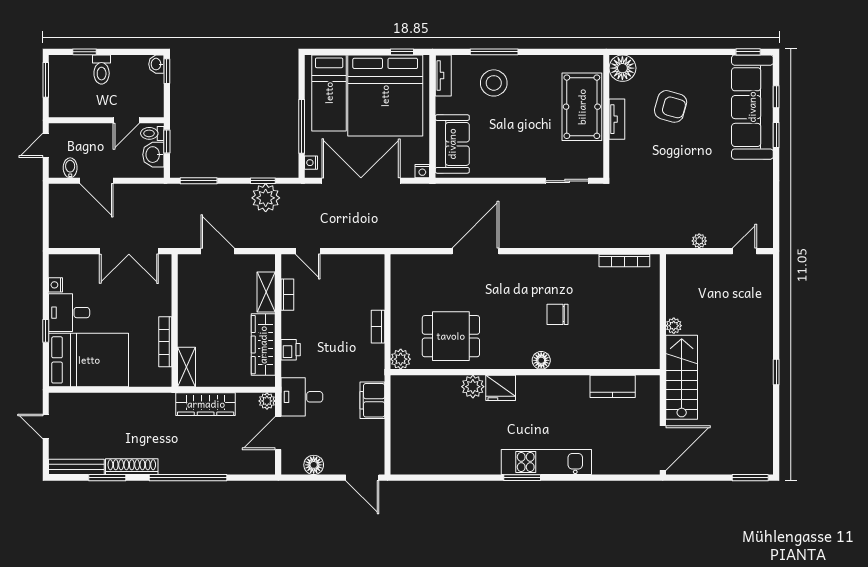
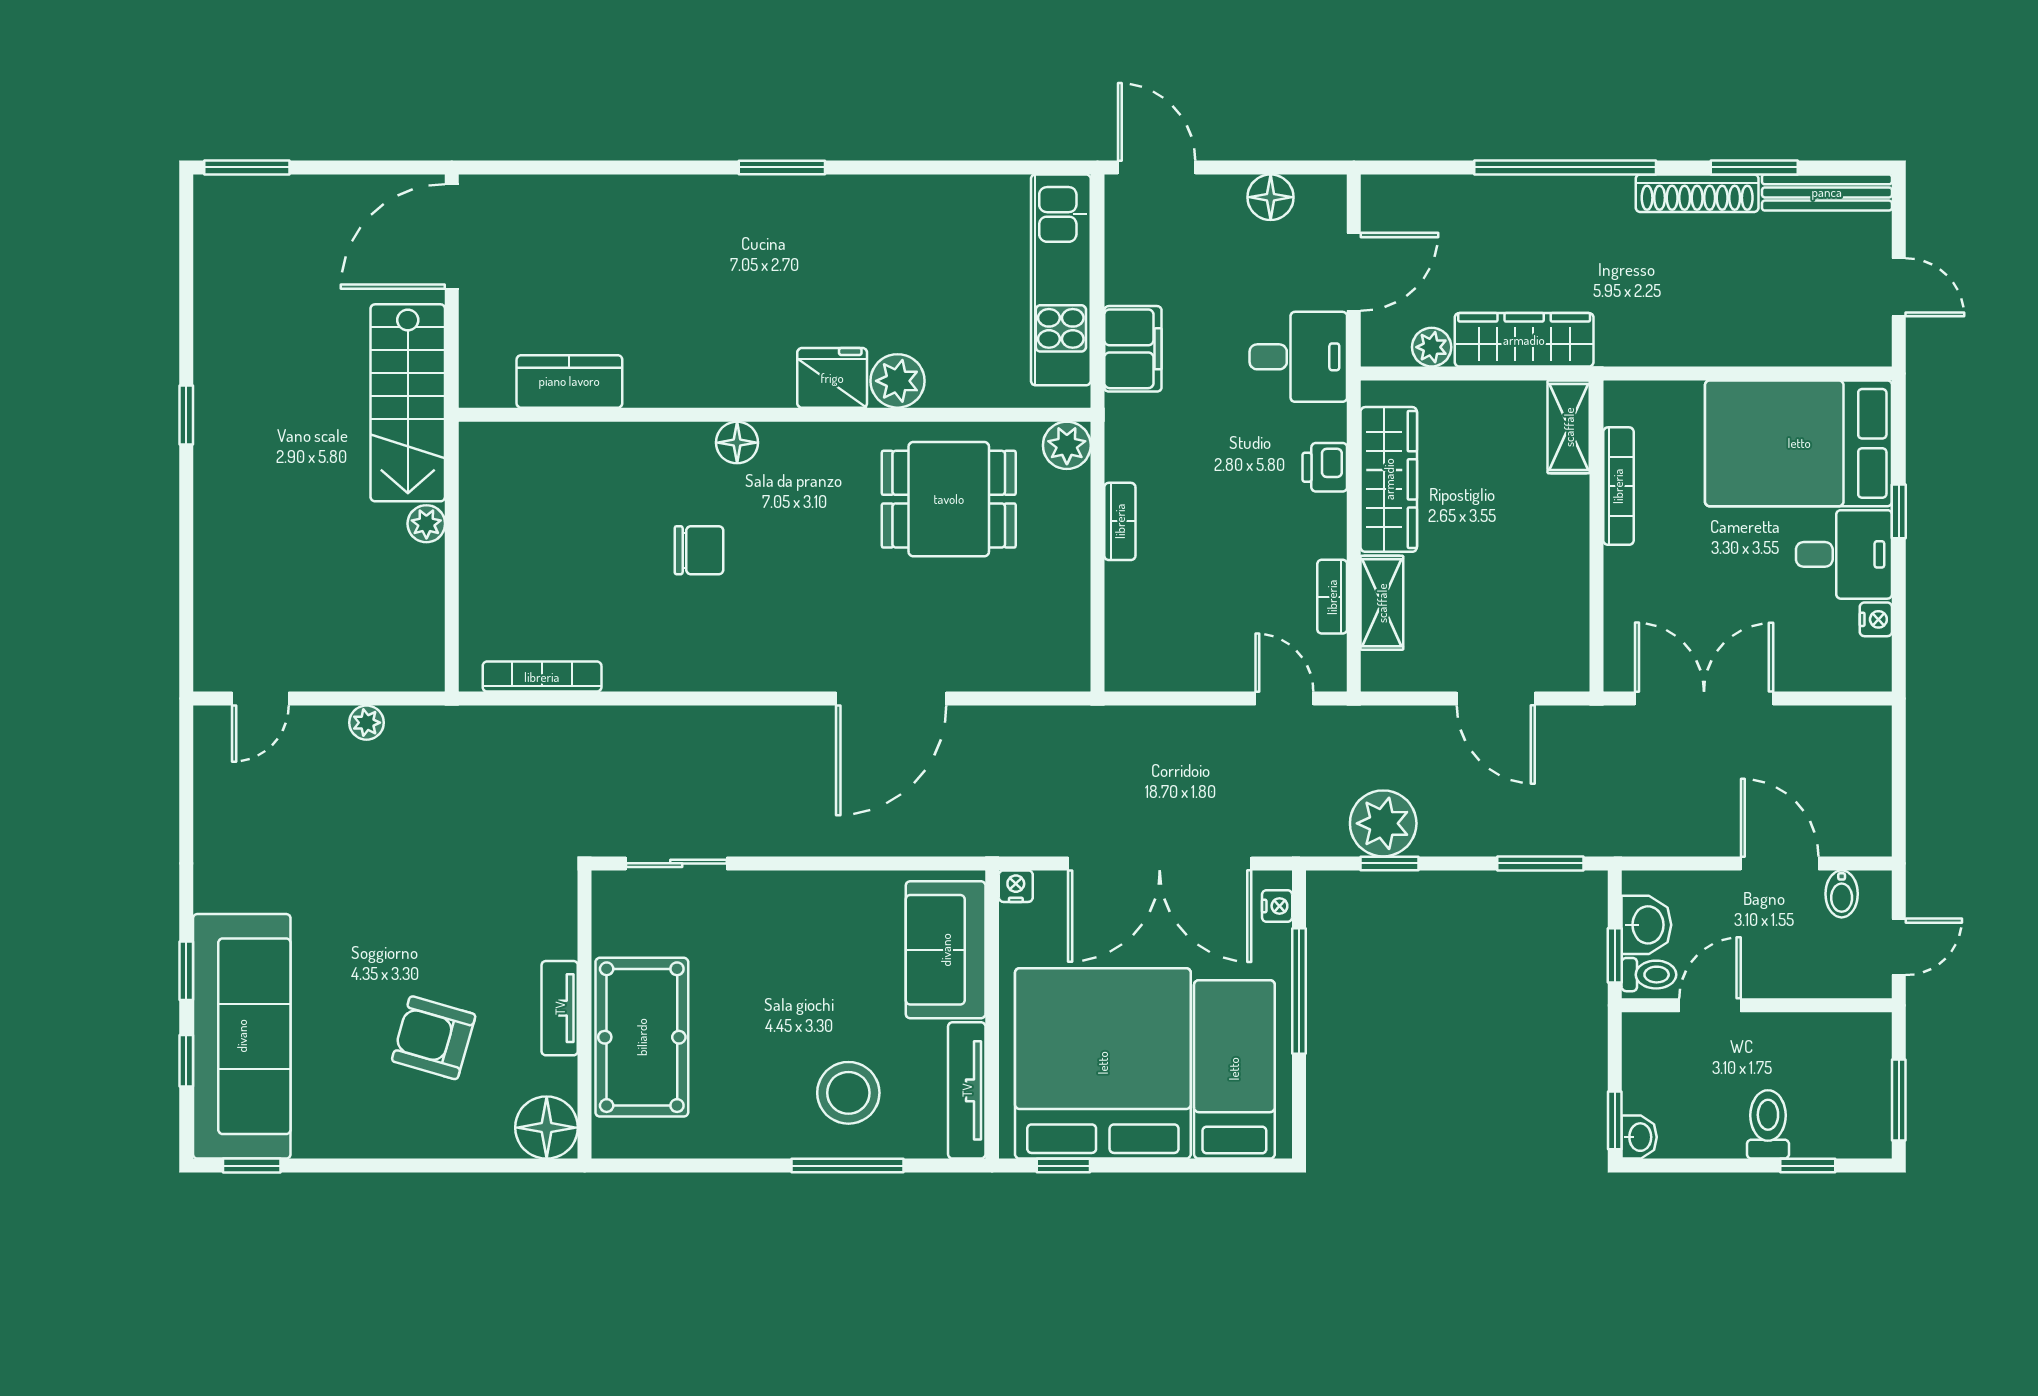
tv unit: (443, 76) -> (967, 1090), width x1.41
plant: (267, 401) -> (1432, 347), moved
kitchen unit: (546, 462) -> (1061, 280), moved, turned 90

